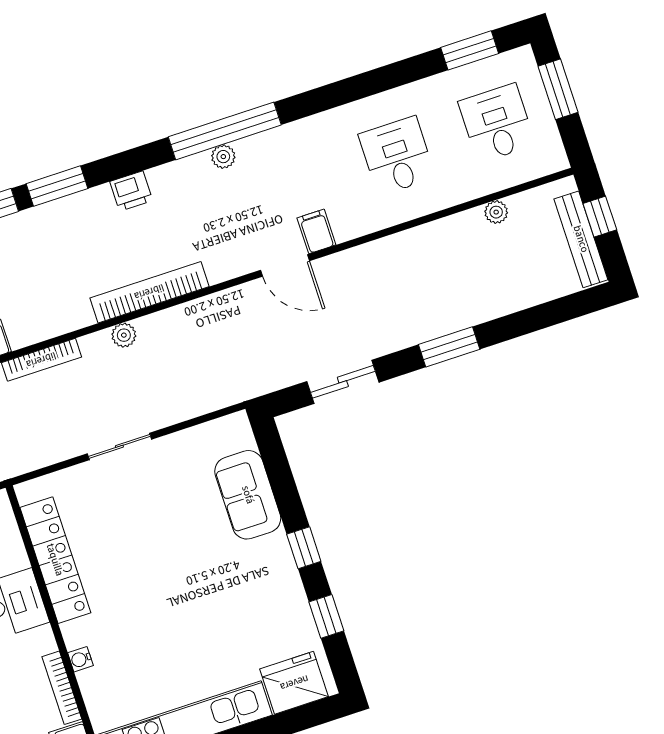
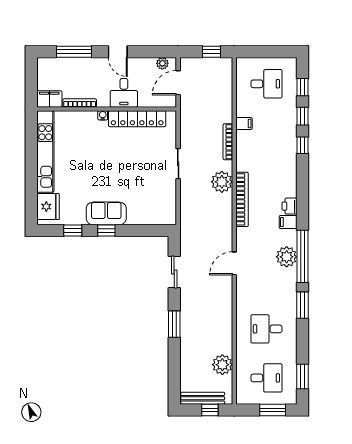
desk: (397, 156) -> (266, 329), turned 180
plant: (223, 157) -> (287, 257), width x1.88, depth x1.88
window: (57, 186) -> (303, 305), moved
plant: (496, 212) -> (222, 365), width x1.87, depth x1.87
filing cabinet: (316, 231) -> (288, 222), moved, turned 180
plant: (124, 335) -> (222, 182), width x1.88, depth x1.88
sofa: (248, 495) -> (106, 213), moved
water cooler: (80, 659) -> (103, 115), moved

